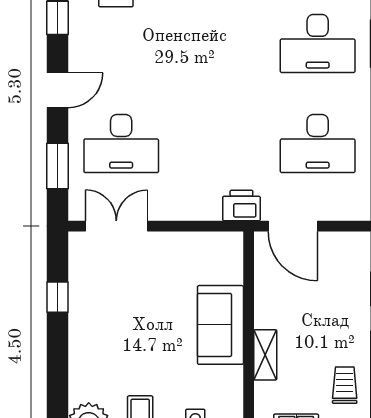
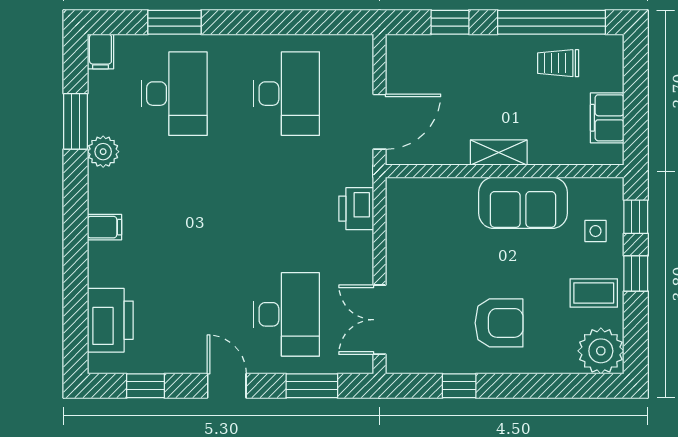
printer: (241, 205) -> (356, 209), moved
sofa: (220, 325) -> (523, 203), moved
armchair: (114, 333) -> (499, 323), added
shelving: (265, 355) -> (499, 152), moved

